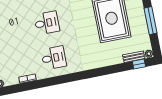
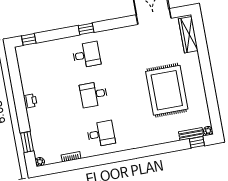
window: (150, 21) -> (211, 94), removed
desk: (47, 23) -> (94, 94), turned 180

